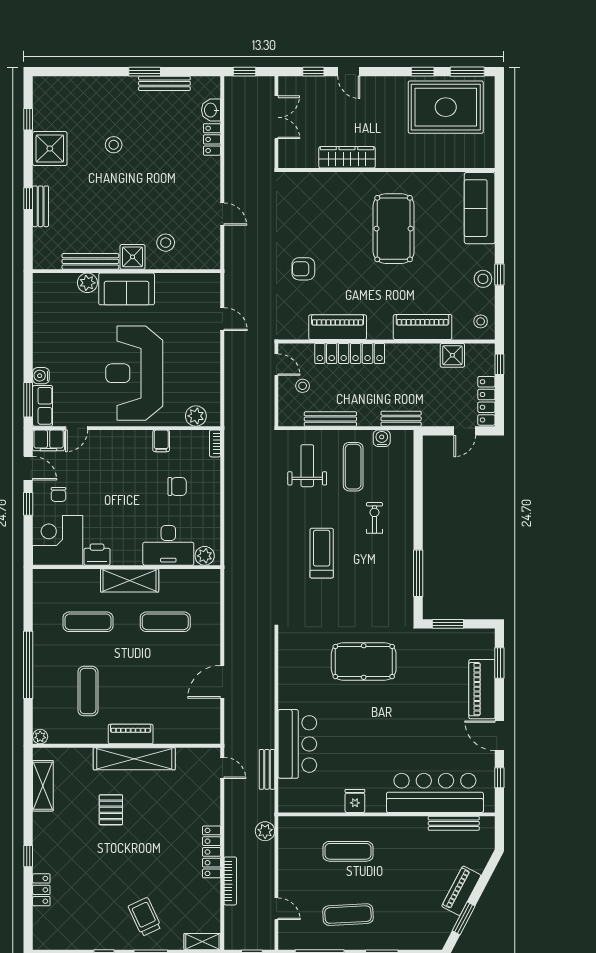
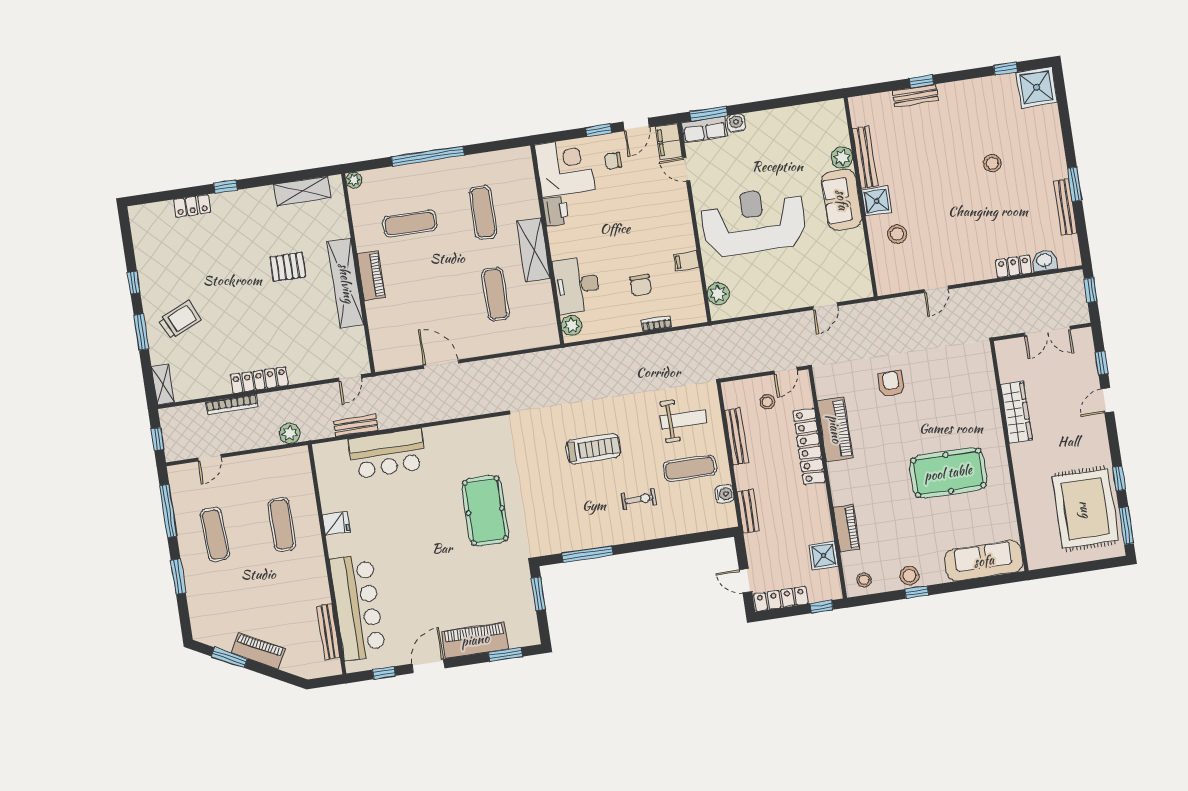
shower: (50, 149) -> (1037, 87), moved
piano: (423, 327) -> (847, 528), width x0.73, depth x0.75
bookcase: (215, 443) -> (656, 324), moved

